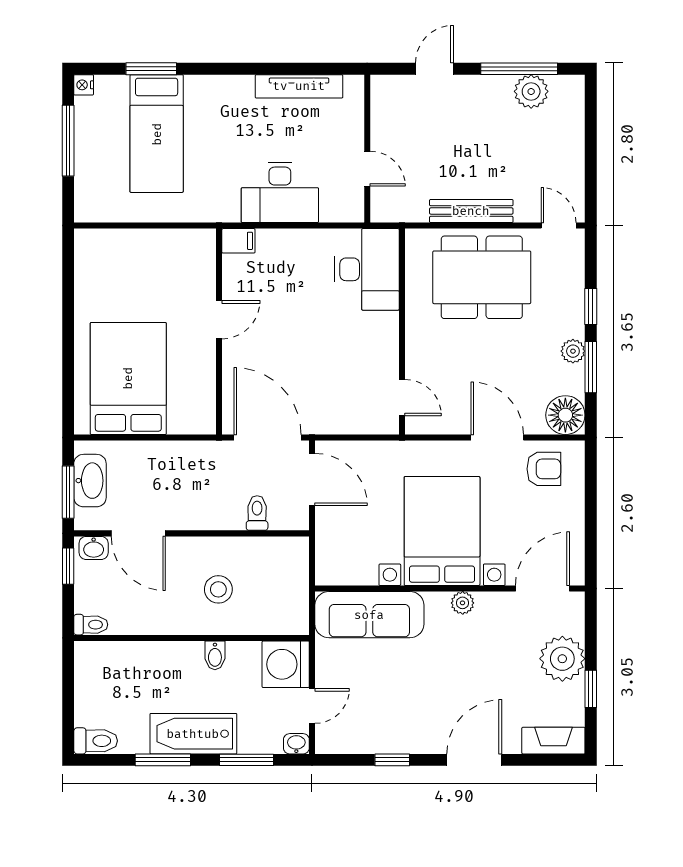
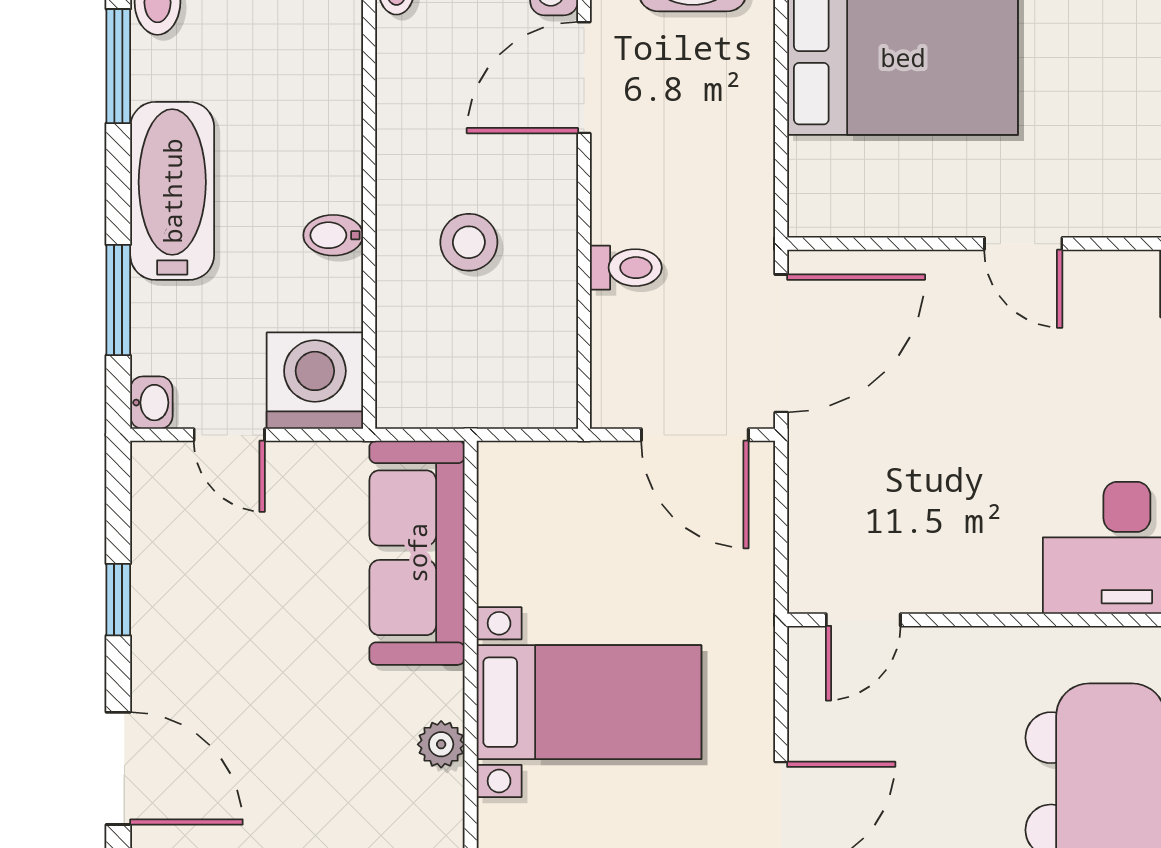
door: (312, 479) -> (695, 435), hinge flipped
toilet: (257, 513) -> (626, 268), moved
bed with nightstands: (442, 531) -> (589, 702), width x0.73
window: (163, 760) -> (118, 66), moved

